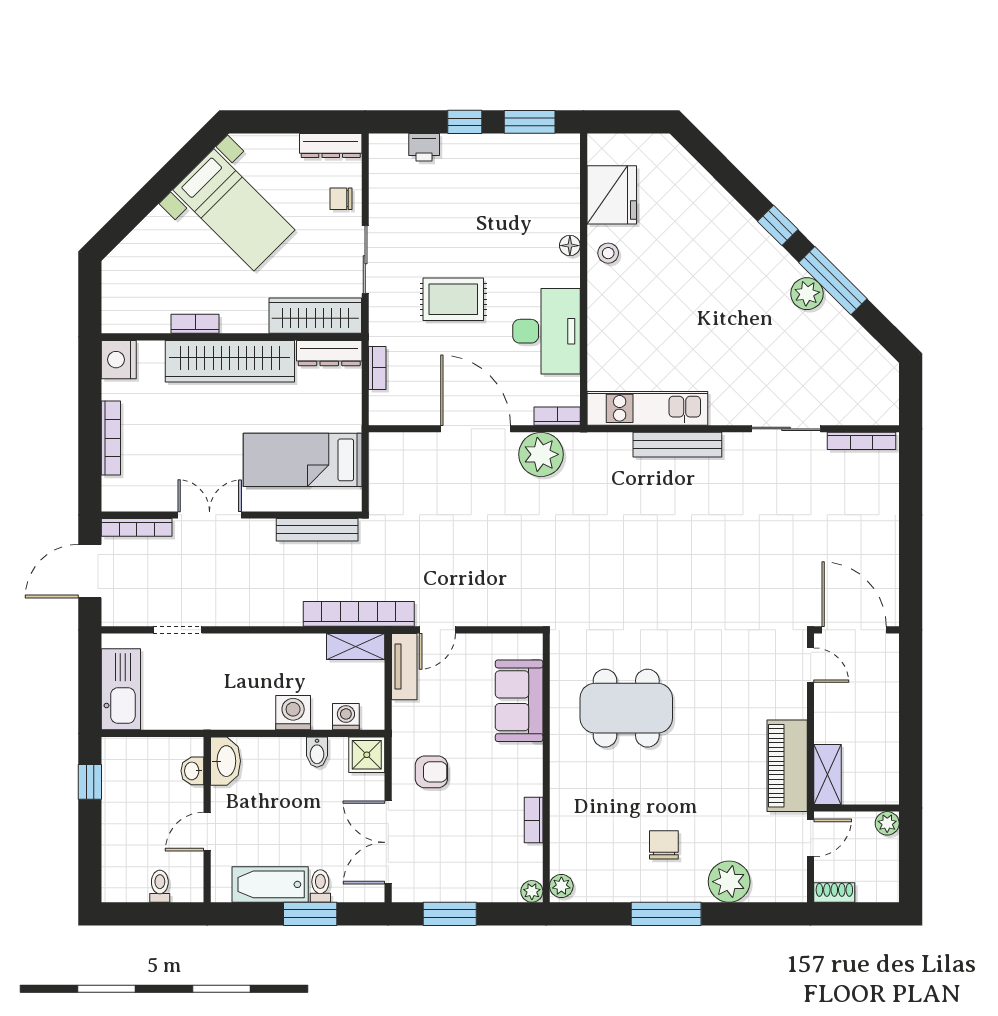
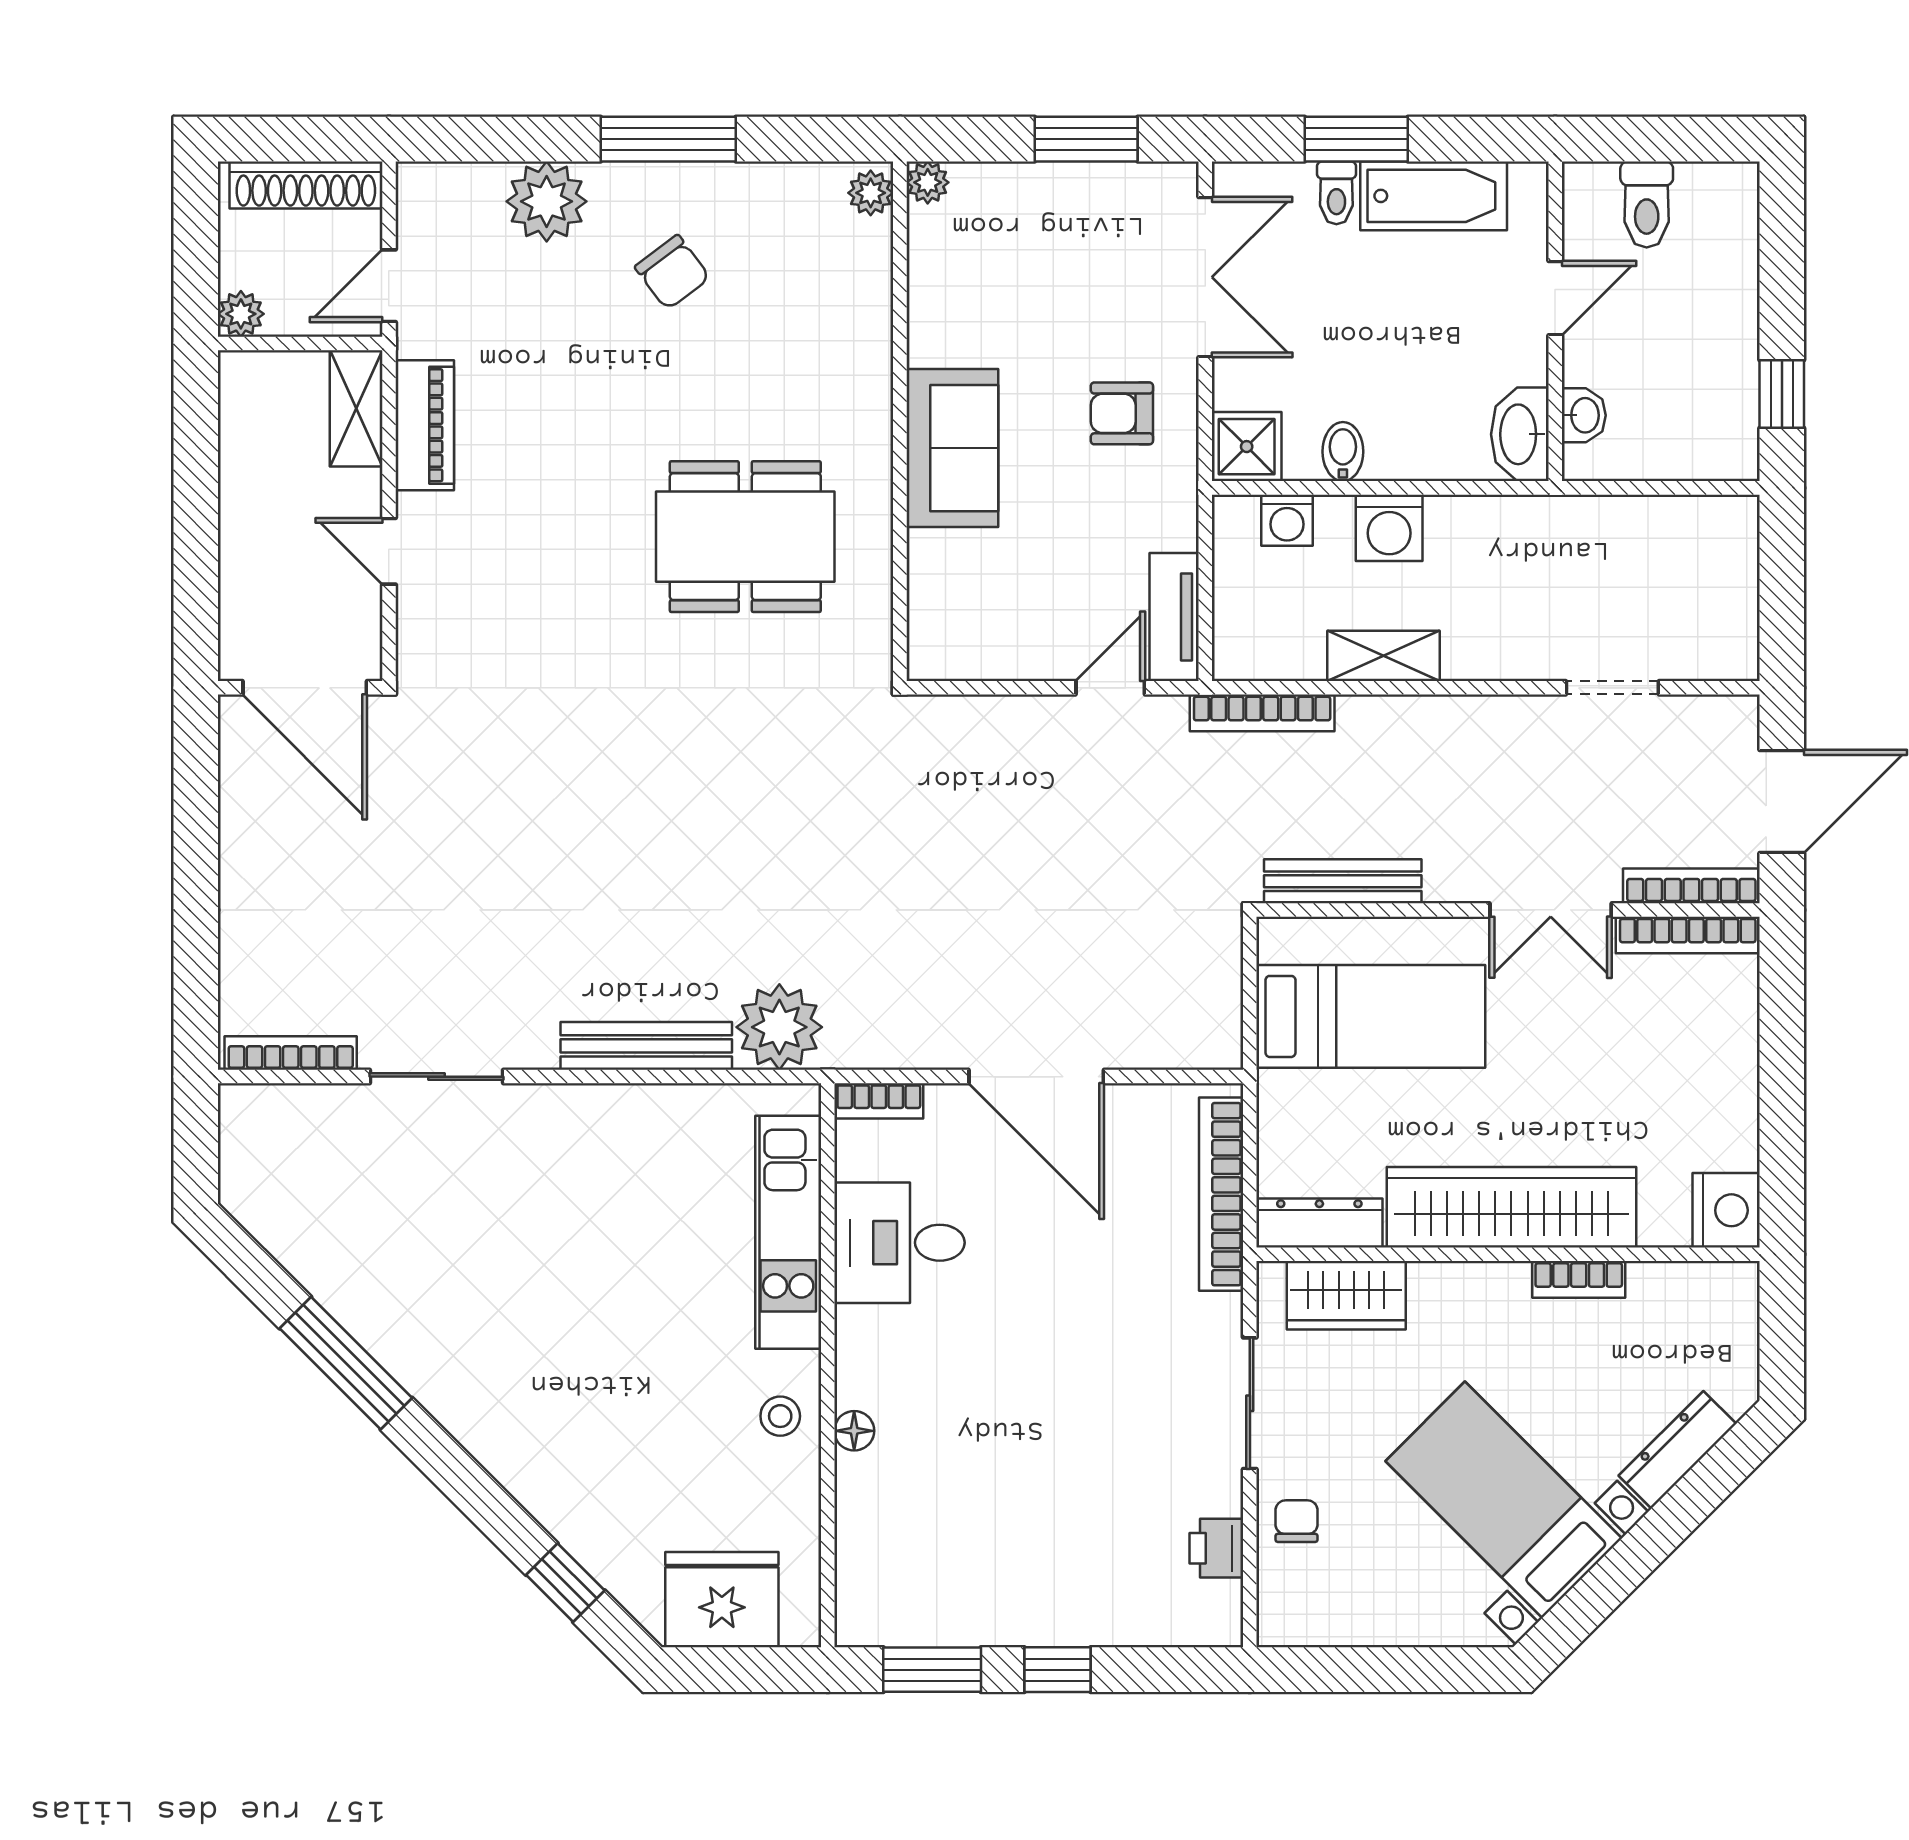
dresser: (331, 146) -> (1678, 1450), moved, turned -45
printer: (424, 147) -> (1216, 1548), moved, turned -90
fridge: (612, 195) -> (722, 1600), moved, turned 90
chair: (341, 199) -> (1297, 1521), turned -90
window: (778, 225) -> (565, 1583), moved
plant: (807, 294) -> (396, 1338), removed
rug: (453, 299) -> (1080, 1327), removed
wardrobe: (315, 316) -> (1346, 1295), width x0.67
desk: (546, 331) -> (899, 1243), width x0.73
bookcase: (377, 368) -> (1221, 1194), width x2.31, depth x1.31
kitchen unit: (647, 408) -> (788, 1232), moved, turned 90
bookcase: (111, 438) -> (1688, 935), moved, turned -90
plant: (541, 454) -> (779, 1027), moved
bookcase: (359, 614) -> (1262, 713), width x0.68, depth x0.76
shelving: (356, 646) -> (1384, 656), moved
door: (811, 665) -> (389, 551), moved
kitchen sink: (121, 689) -> (1722, 573), removed
sofa: (519, 701) -> (952, 448), moved
piano: (787, 766) -> (425, 425), width x0.73, depth x0.75
bookcase: (534, 820) -> (924, 320), removed
chair: (664, 845) -> (672, 272), turned -37
toilet: (160, 886) -> (1647, 204), width x1.37, depth x1.39
shoe rack: (834, 892) -> (306, 185), width x1.94, depth x1.24

